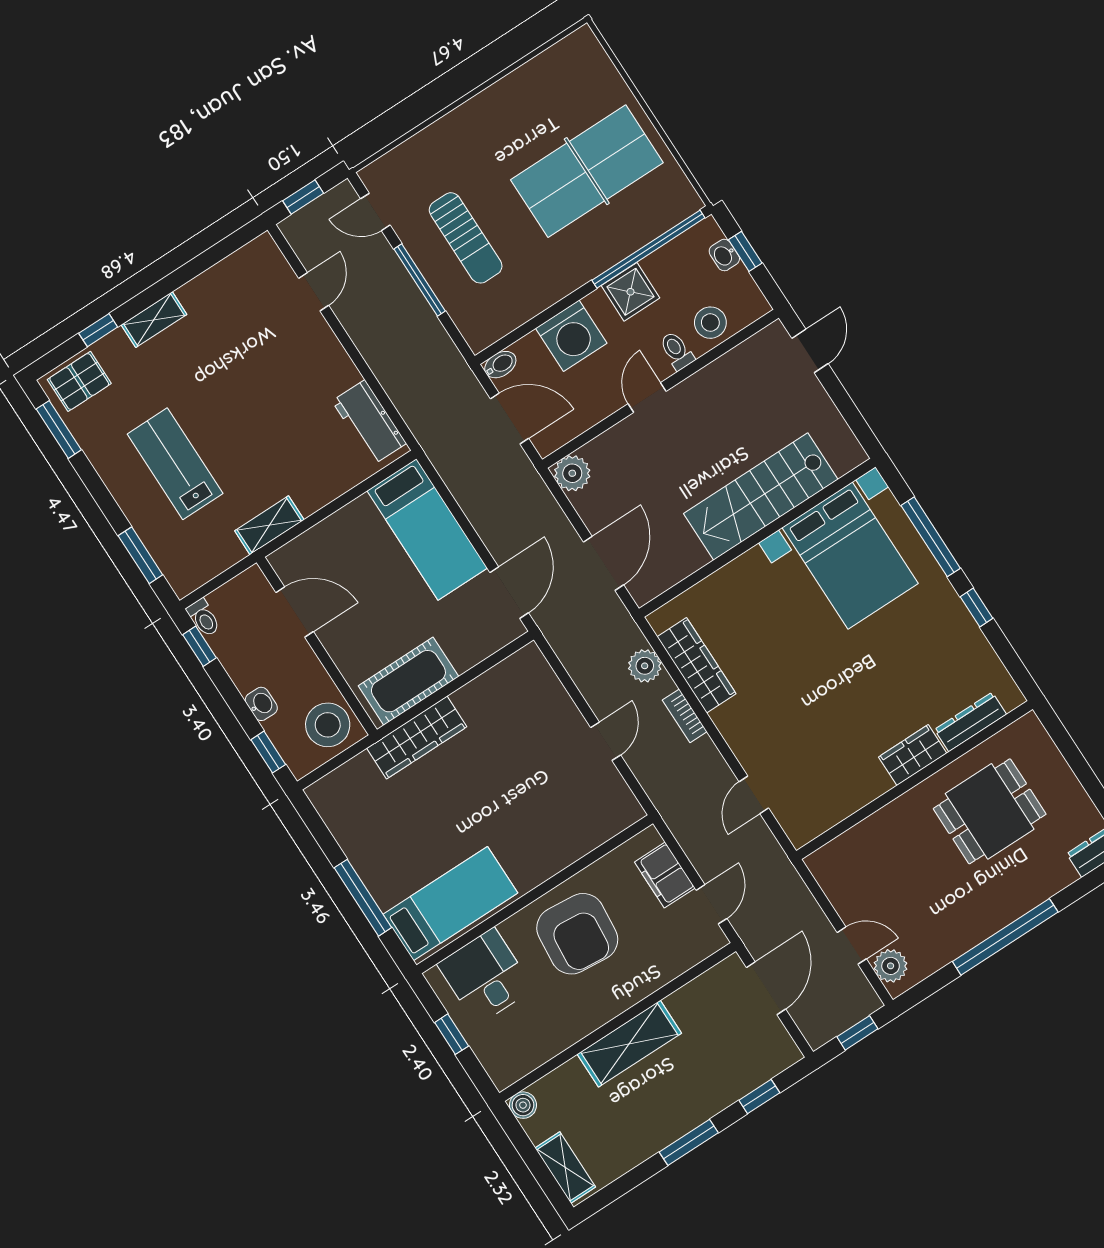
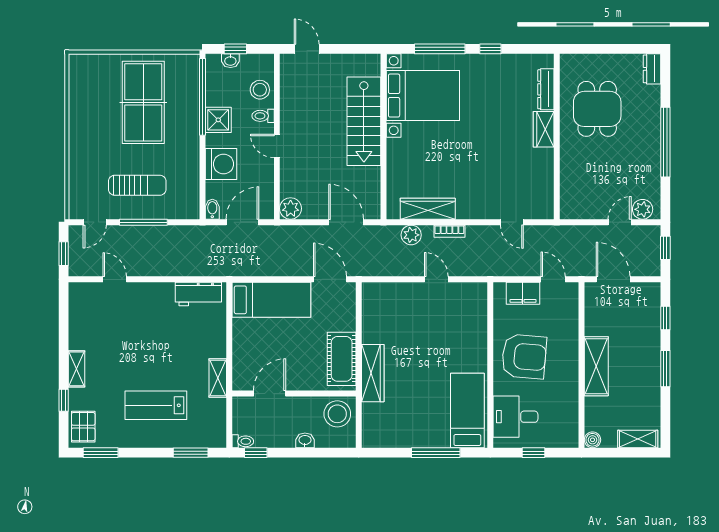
window: (268, 752) -> (332, 453), removed

